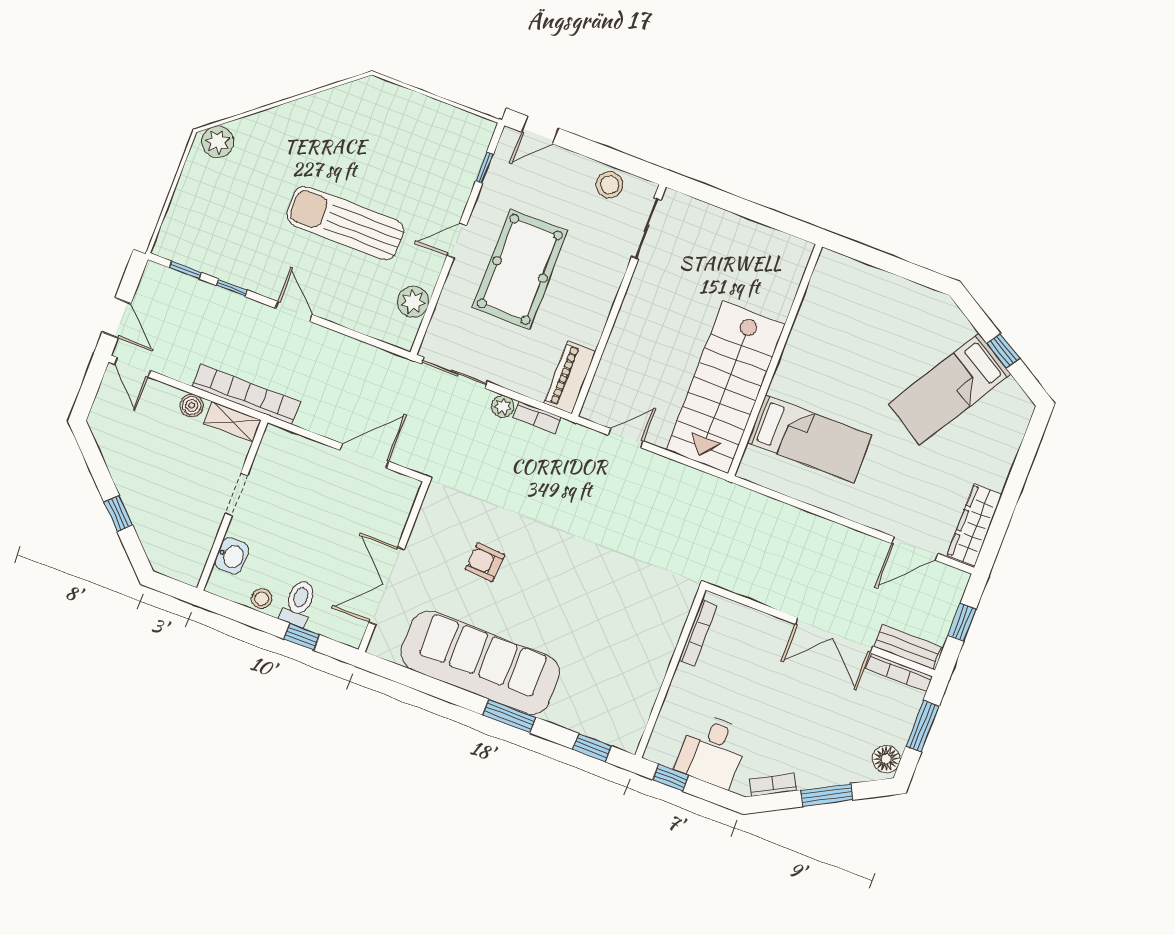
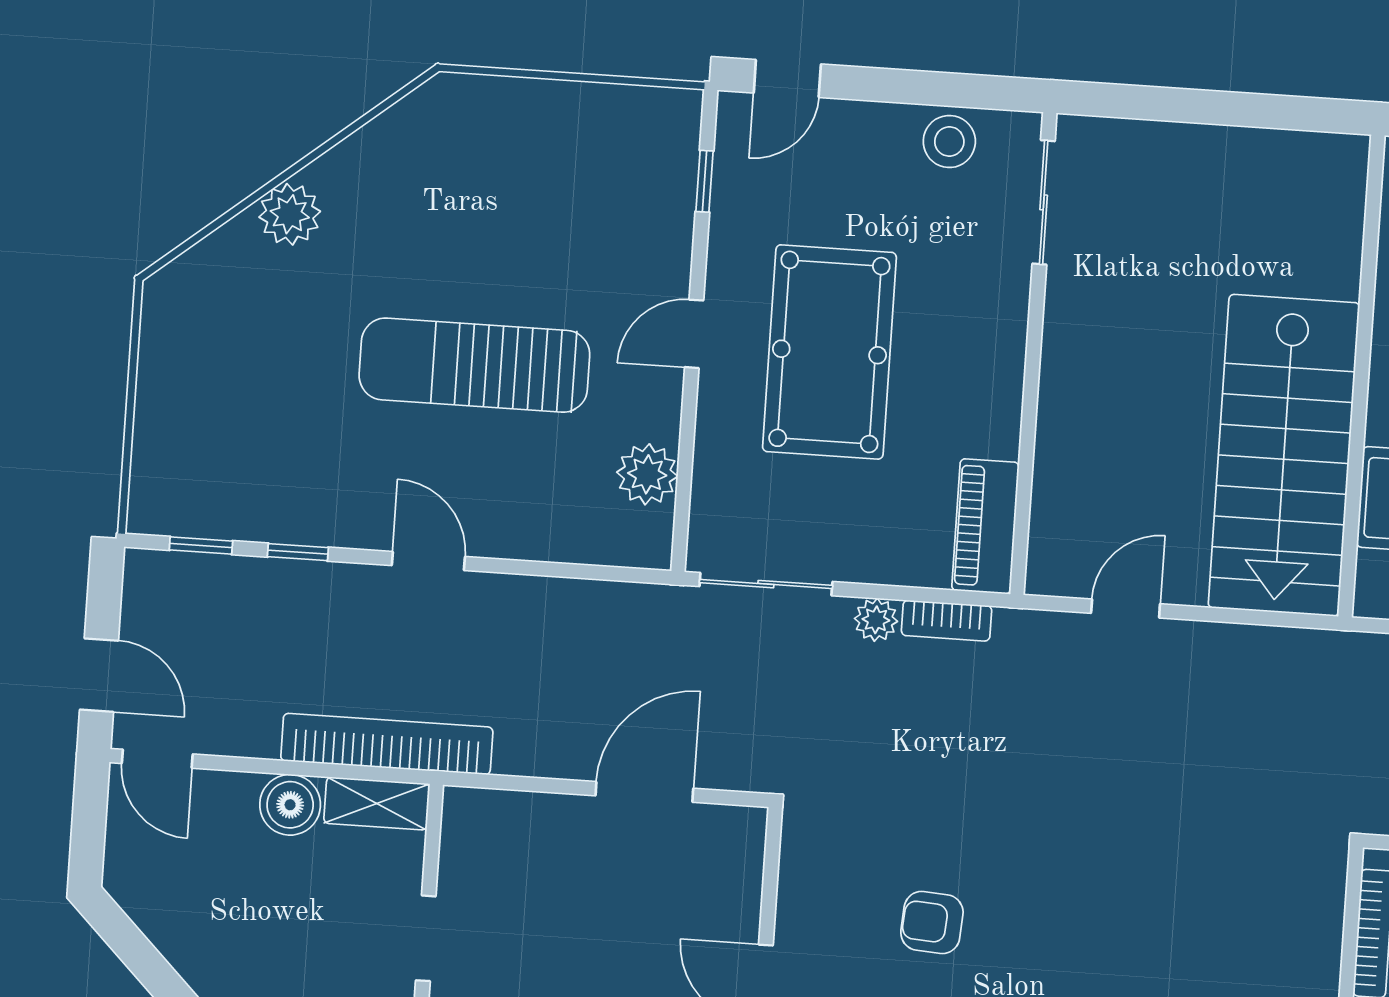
plant: (218, 142) -> (290, 214), moved
boiler: (192, 406) -> (290, 805), width x1.36, depth x1.36

